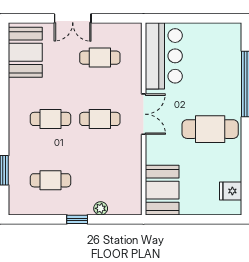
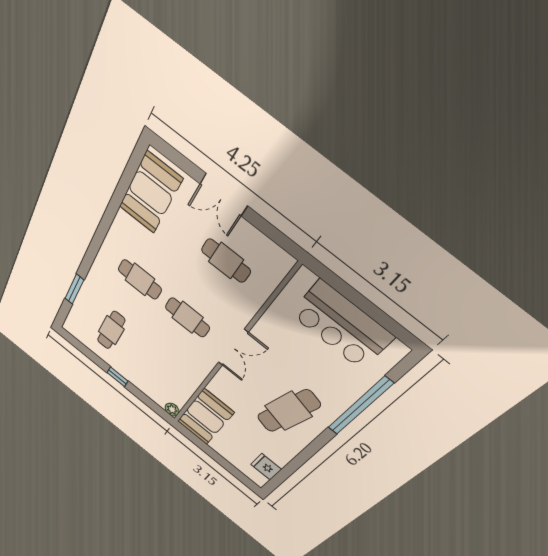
bar counter: (164, 56) -> (341, 325), moved, turned 90
cafe table: (210, 129) -> (288, 411), turned -75
cafe table: (51, 180) -> (111, 330), turned 90
plant: (101, 208) -> (172, 410), moved

